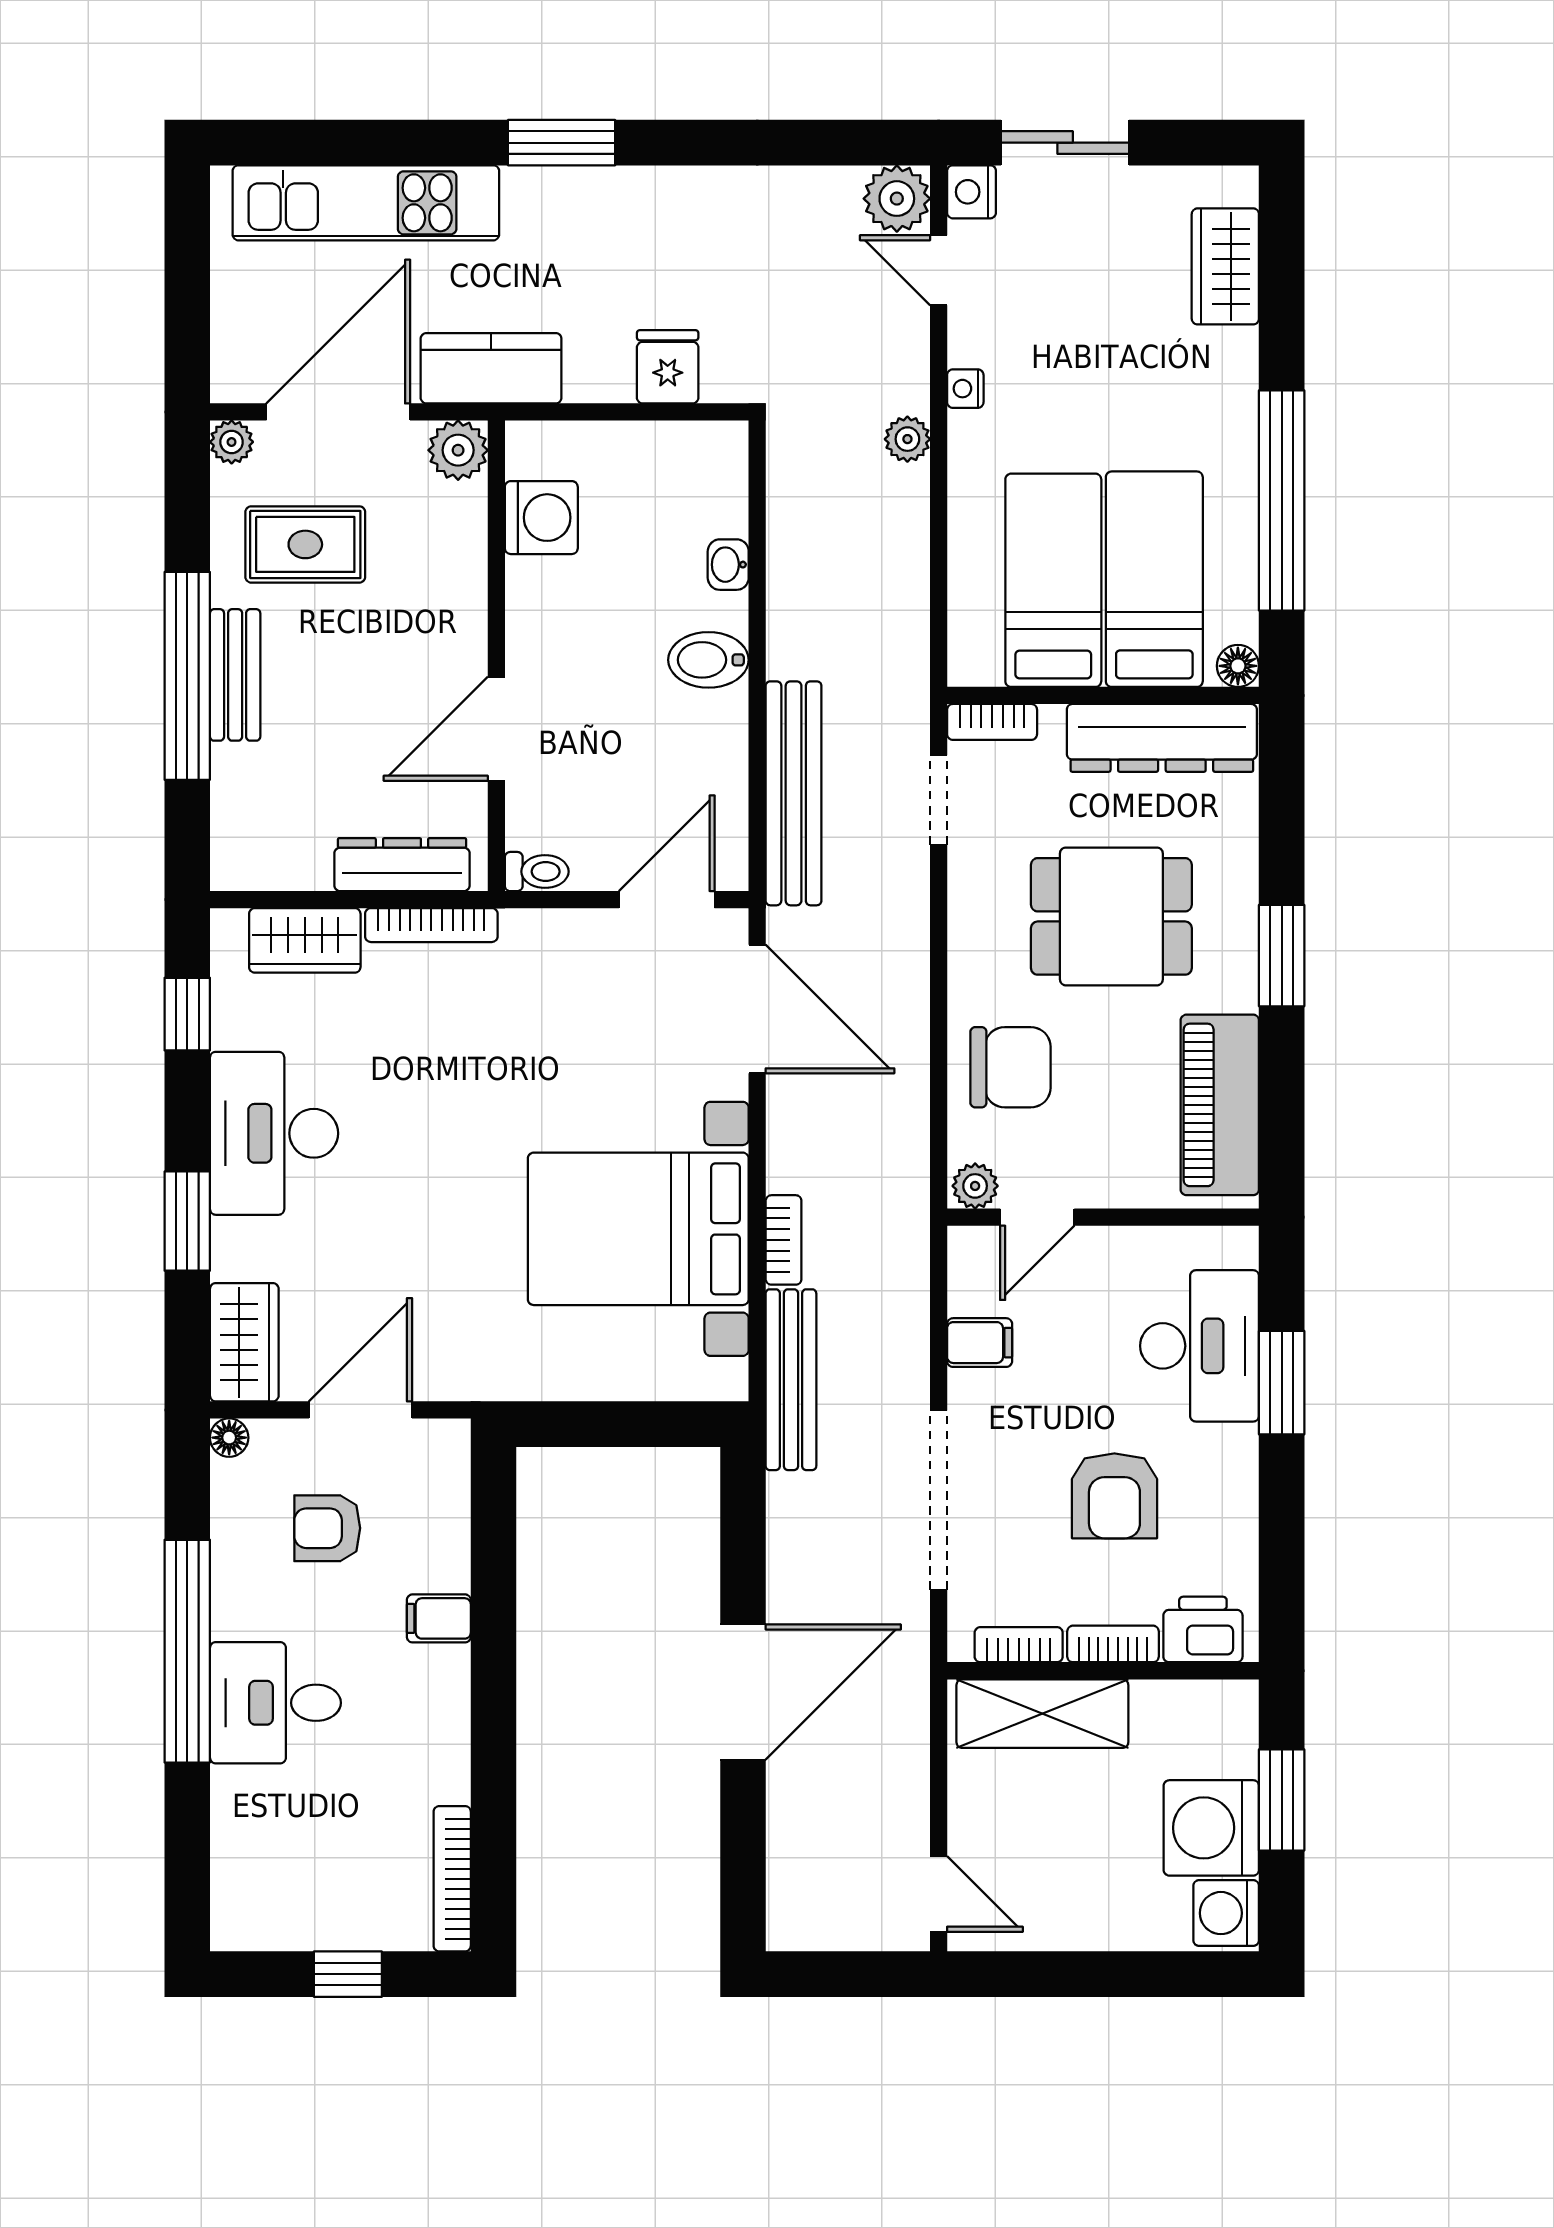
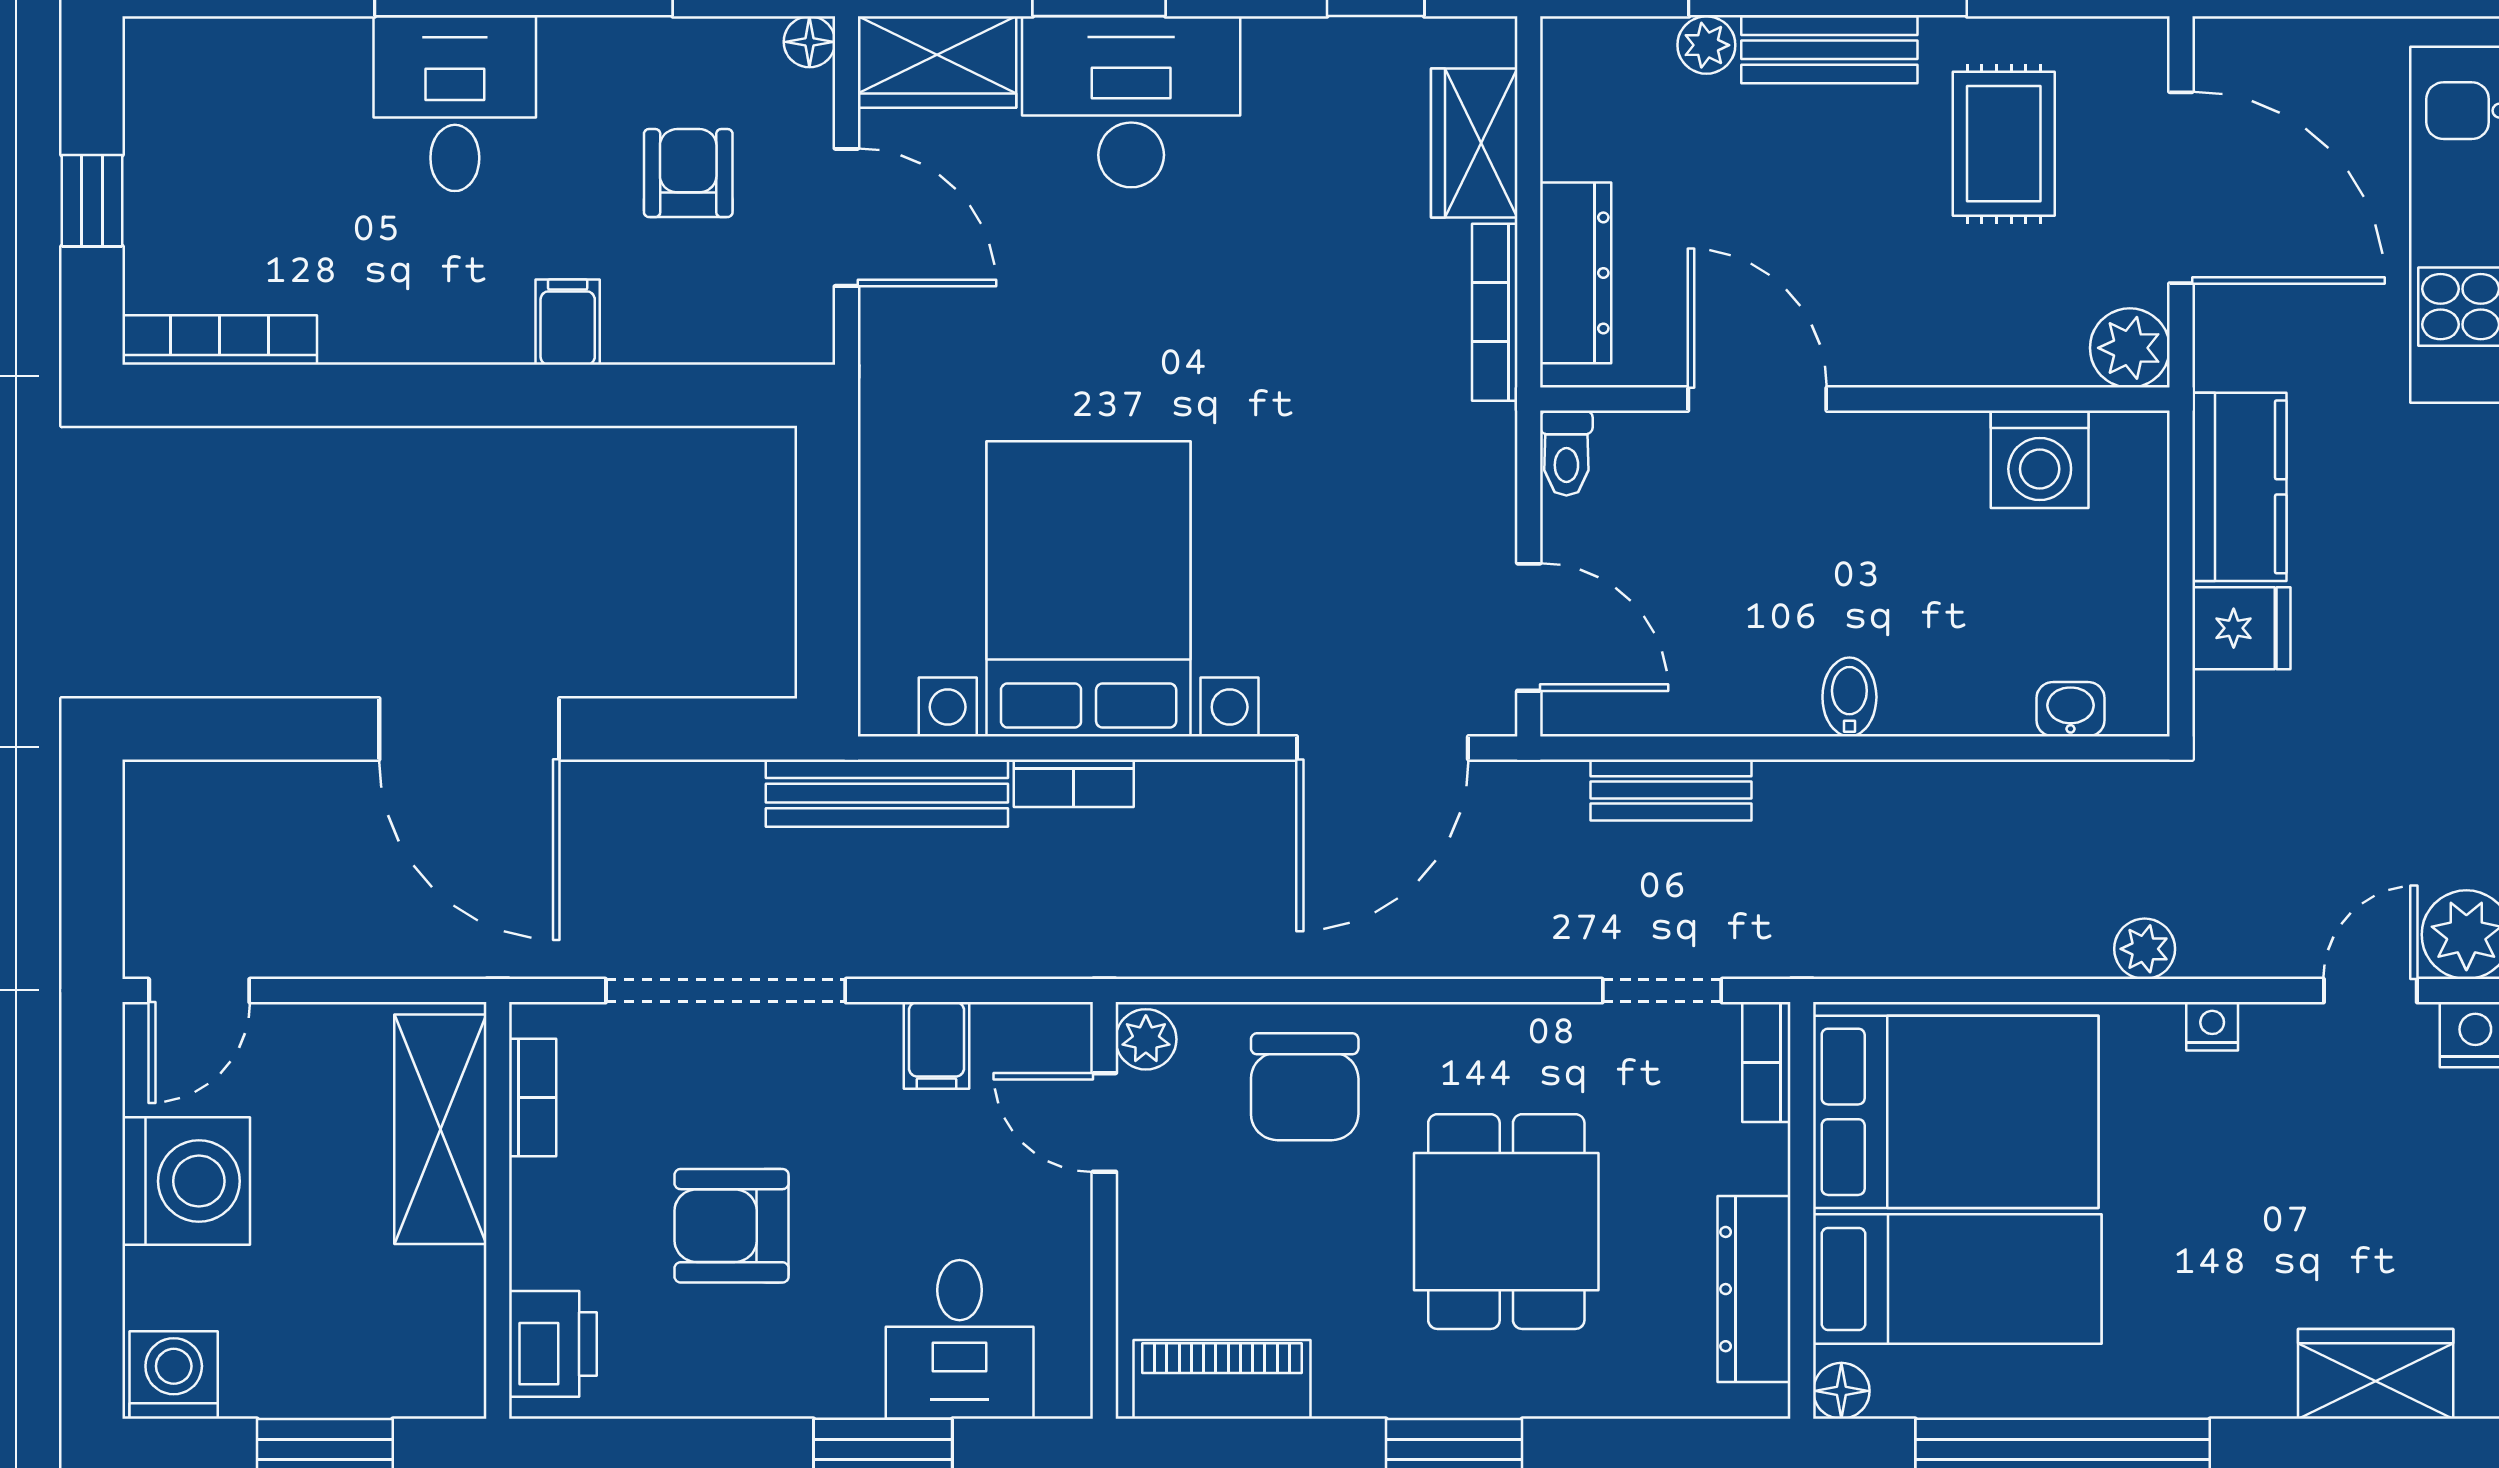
kitchen counter: (491, 368) -> (2239, 487), moved
plant: (232, 442) -> (1706, 45), moved
washbasin: (728, 565) -> (2071, 709), moved
bed: (1053, 580) -> (1956, 1112), width x1.50
bidet: (708, 660) -> (1849, 697), width x0.72, depth x0.74
dresser: (1162, 738) -> (1754, 1289), width x0.73, depth x0.80
bench: (794, 793) -> (1671, 790), width x0.54, depth x0.82
piano: (1220, 1105) -> (1222, 1379), width x0.73, depth x0.75
desk: (274, 1133) -> (1131, 102), moved
desk: (1200, 1346) -> (960, 1339), width x0.73
bookcase: (1113, 1644) -> (534, 1224), removed
washing machine: (1211, 1828) -> (186, 1181), moved, turned 90

